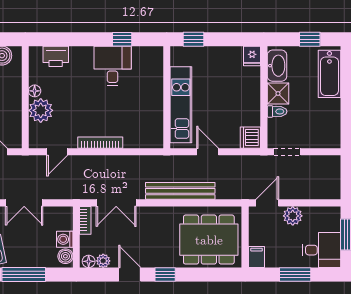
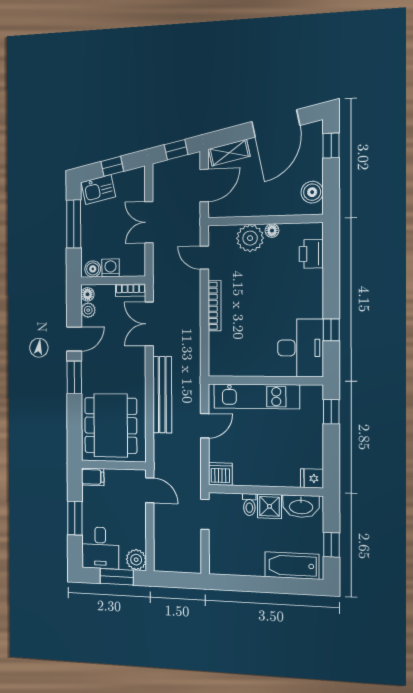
desk: (113, 66) -> (300, 348), moved, width x1.37
plant: (293, 216) -> (136, 560), moved
window: (165, 275) -> (74, 377), width x1.50

